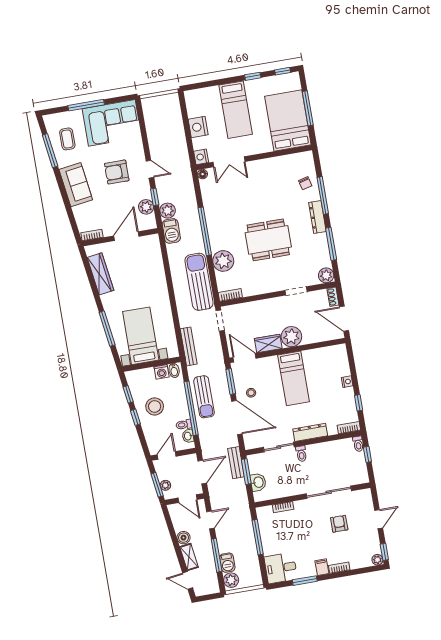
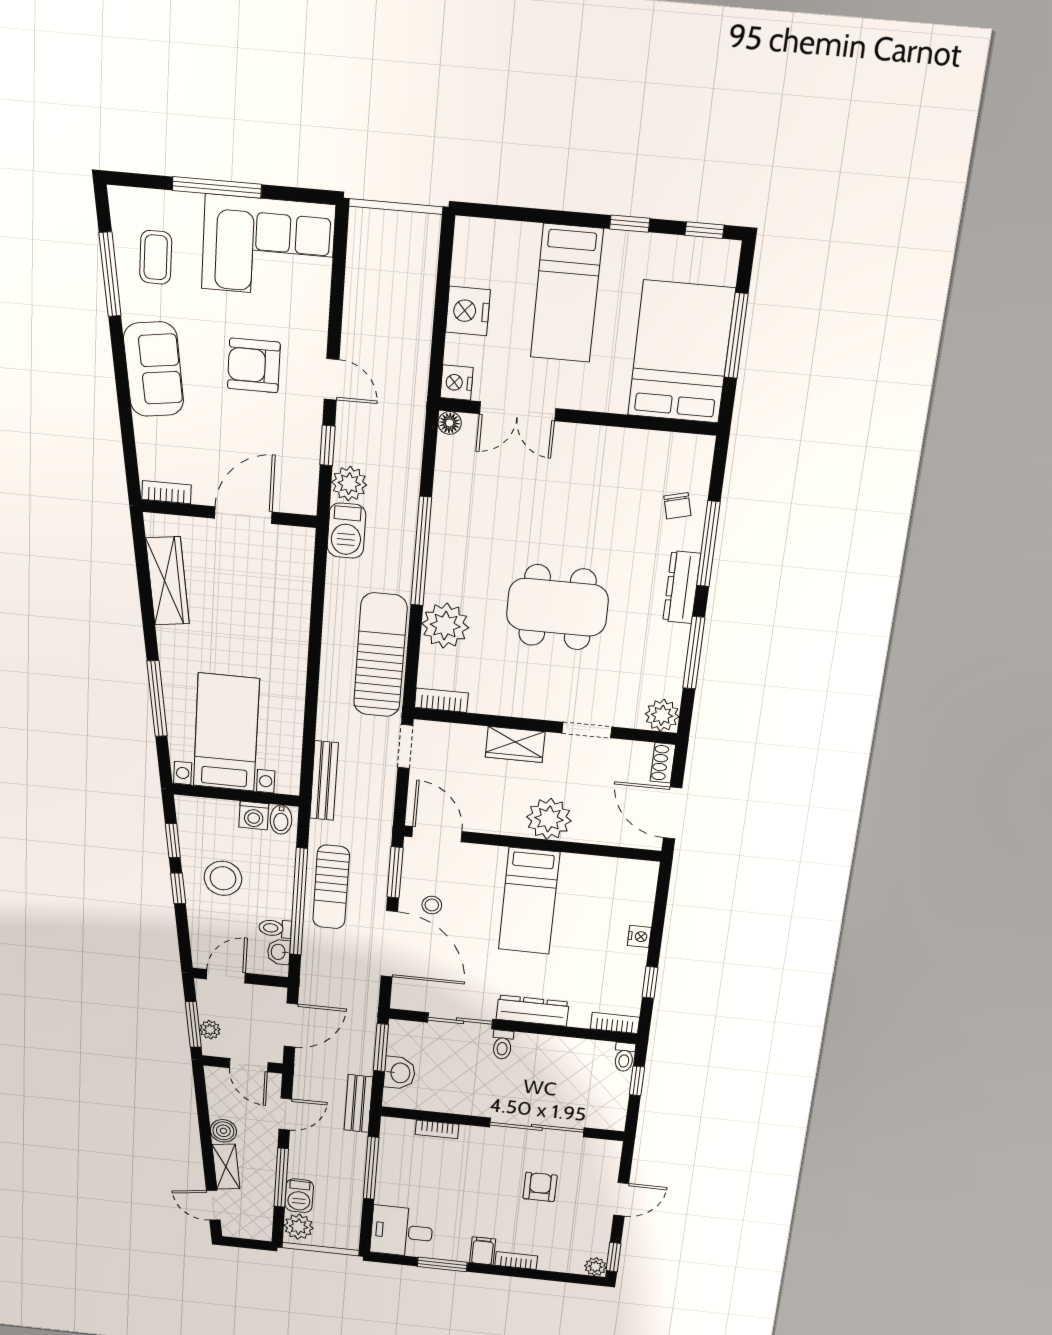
plant: (146, 207) -> (303, 462), removed
wardrobe: (268, 343) -> (515, 744), moved, turned 180
bench: (236, 463) -> (358, 1103), moved

